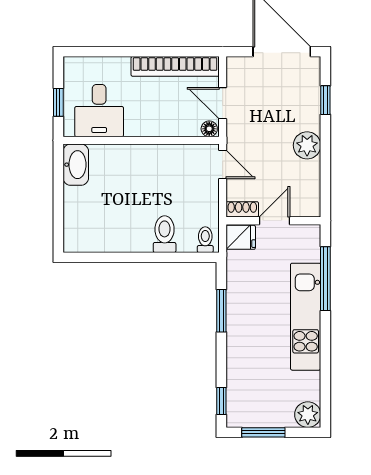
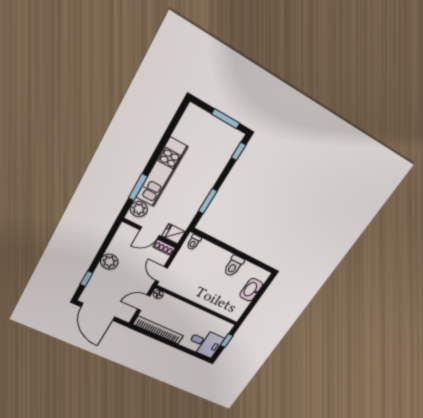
door: (223, 103) -> (144, 303), swing flipped
desk: (99, 111) -> (205, 343), moved, turned 90
washbasin: (76, 165) -> (251, 290), moved
toilet: (165, 234) -> (234, 266), moved
window: (325, 279) -> (138, 187), width x0.69
plant: (308, 415) -> (139, 209), moved

